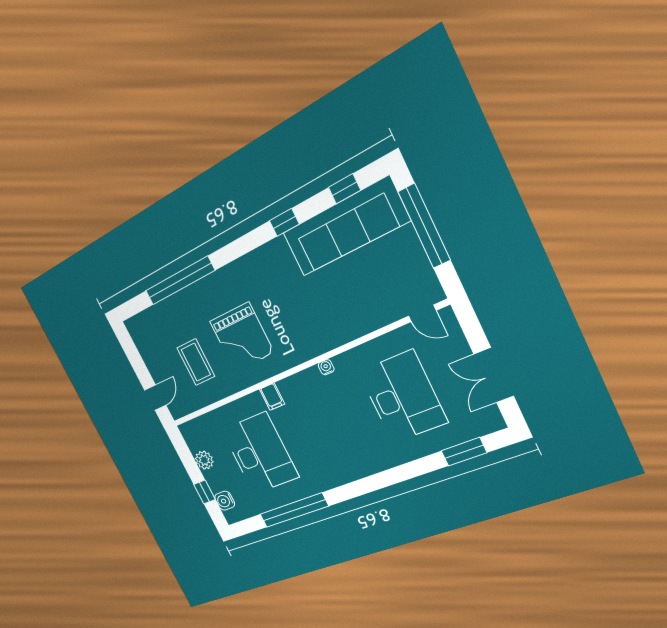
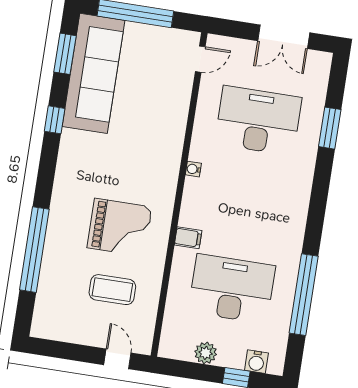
window: (344, 189) -> (65, 54), width x1.50
window: (464, 452) -> (330, 128), moved

